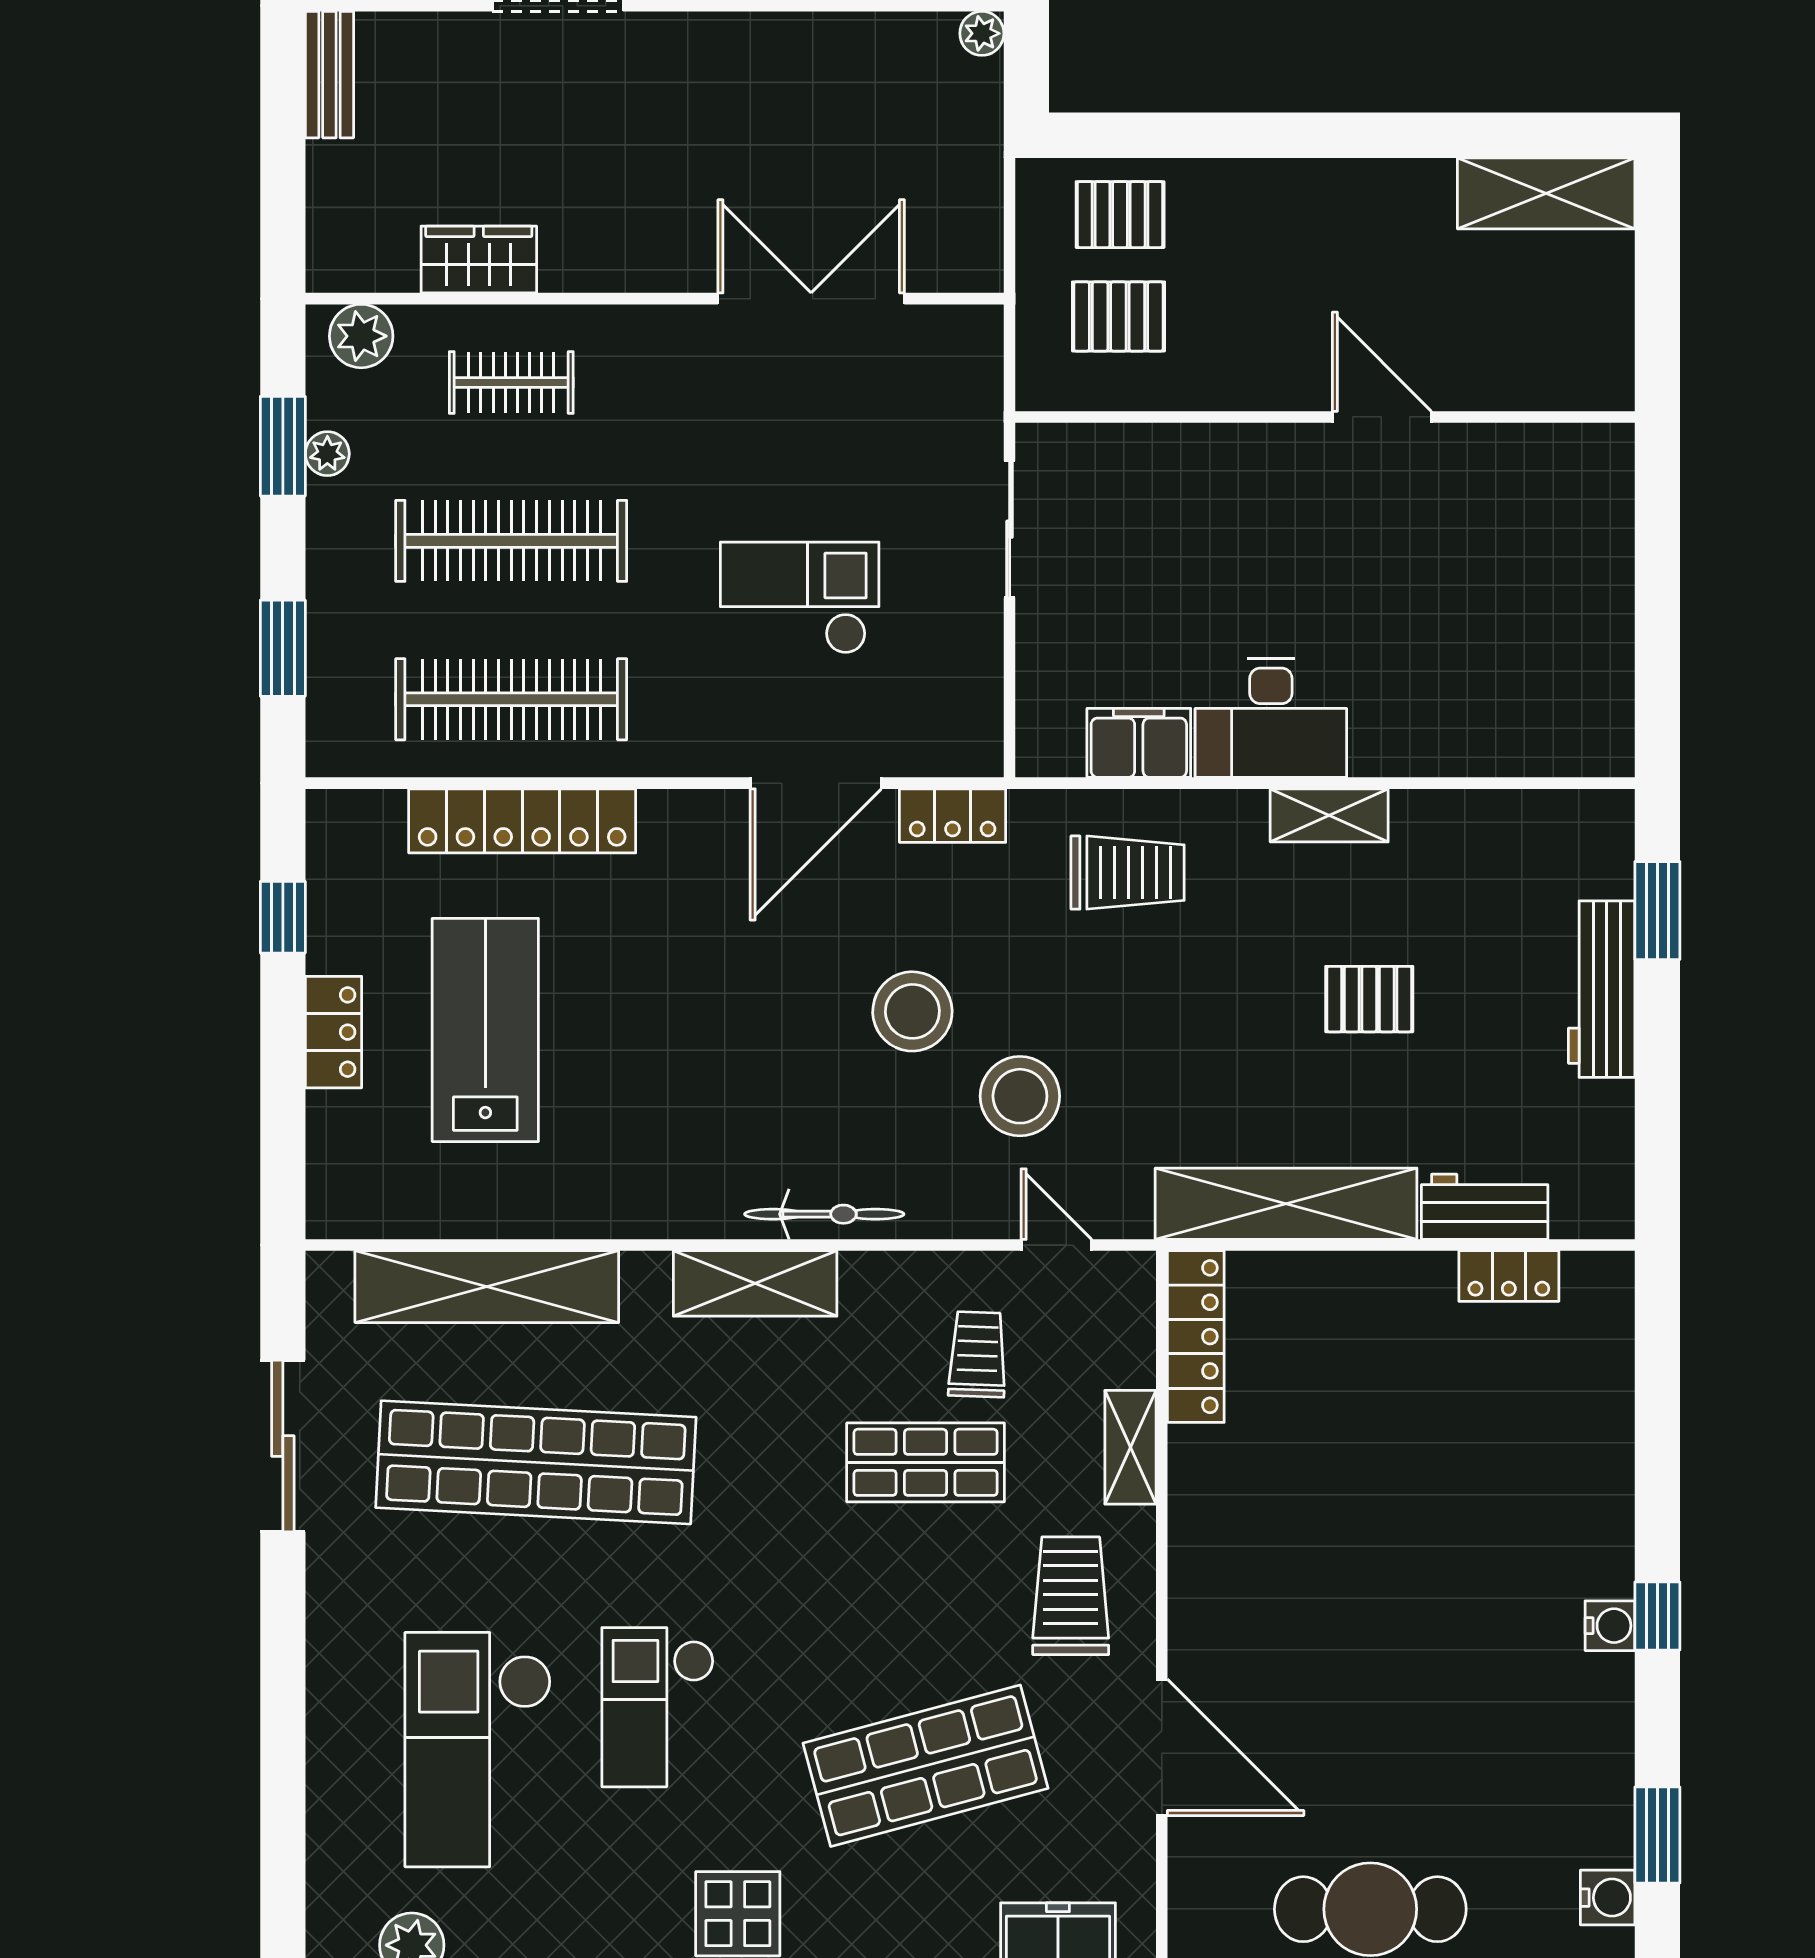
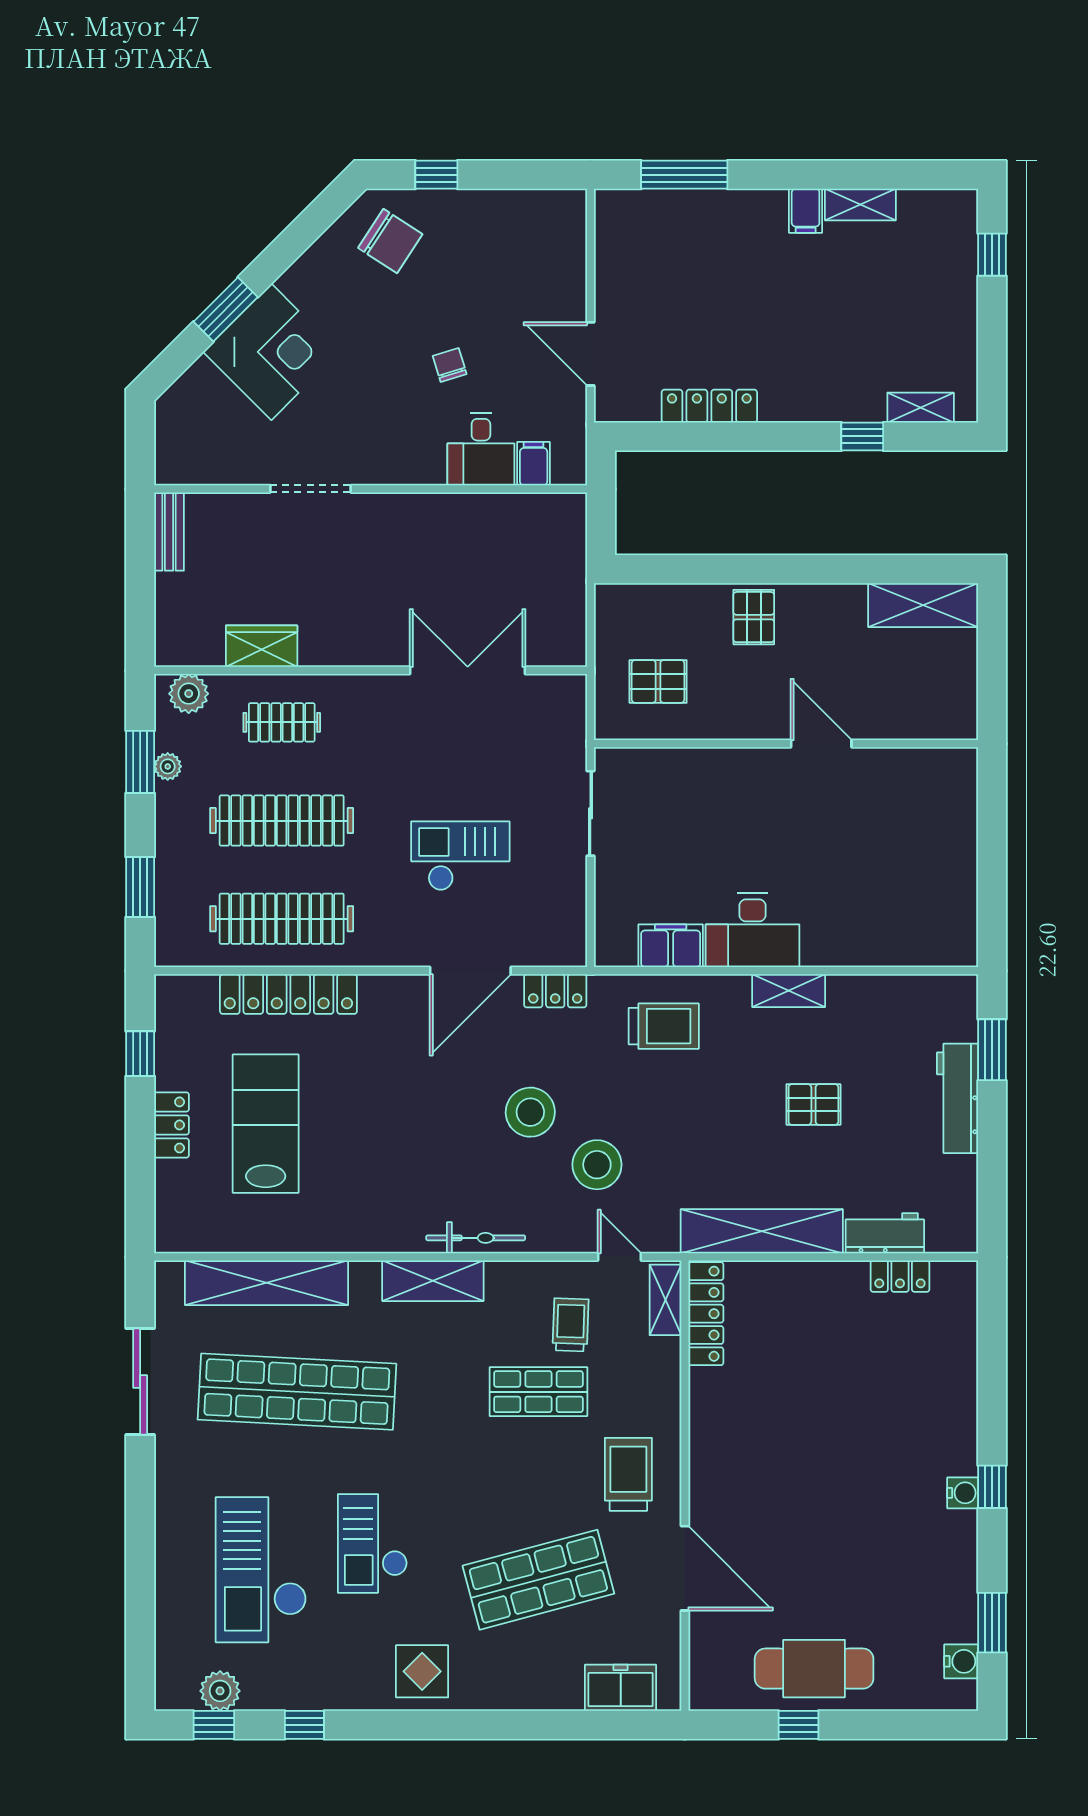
plant: (982, 33) -> (573, 506), removed
pallet: (1120, 215) -> (754, 617), moved, turned 90
shelving: (1130, 1447) -> (665, 1300), moved

